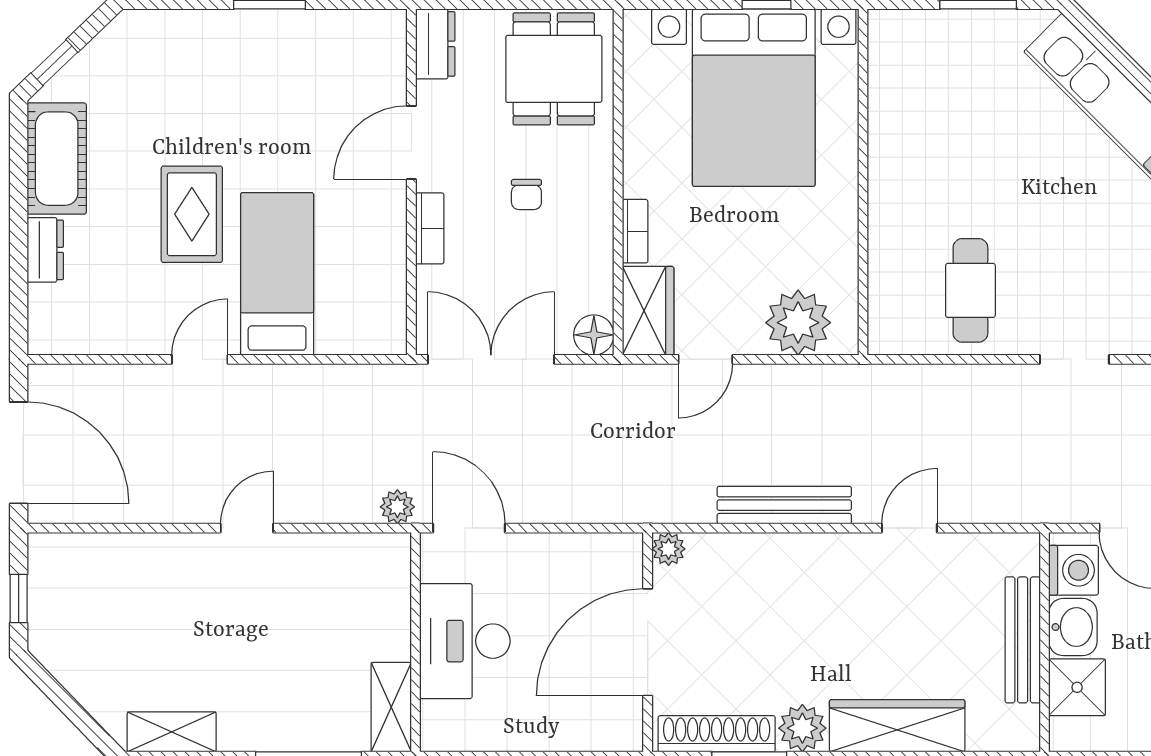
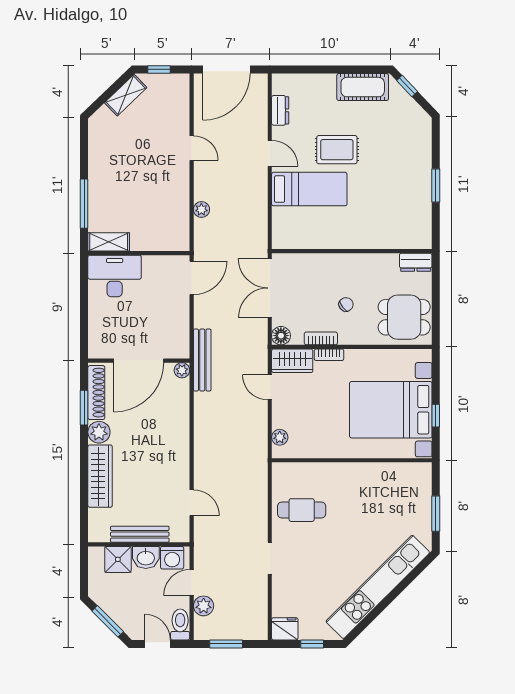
door: (411, 143) -> (370, 251), removed
chair: (526, 195) -> (346, 304), turned 142
bookcase: (430, 228) -> (321, 338), moved, turned 180
dresser: (45, 250) -> (280, 110), moved, turned -90
plant: (798, 323) -> (280, 437), width x0.53, depth x0.53
double door: (491, 359) -> (270, 288), swing flipped
bench: (784, 505) -> (202, 360), moved
plant: (397, 507) -> (201, 209), moved
door: (247, 528) -> (192, 148), moved
door: (909, 528) -> (192, 503), moved
desk: (465, 641) -> (115, 276), moved
door: (648, 642) -> (139, 361), swing flipped
shelving: (172, 732) -> (126, 95), moved, turned 46

